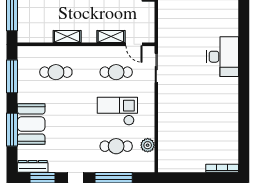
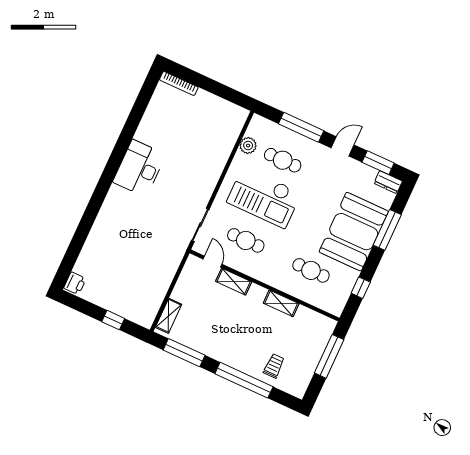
desk: (223, 57) -> (139, 168), moved
window: (12, 76) -> (361, 288), width x0.46
checkout: (117, 111) -> (264, 197), width x1.36, depth x1.21
booth: (31, 124) -> (354, 232), width x1.36, depth x1.42
dresser: (33, 166) -> (388, 182), width x0.70

